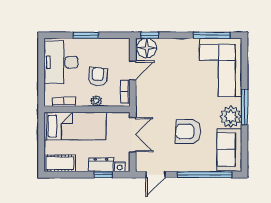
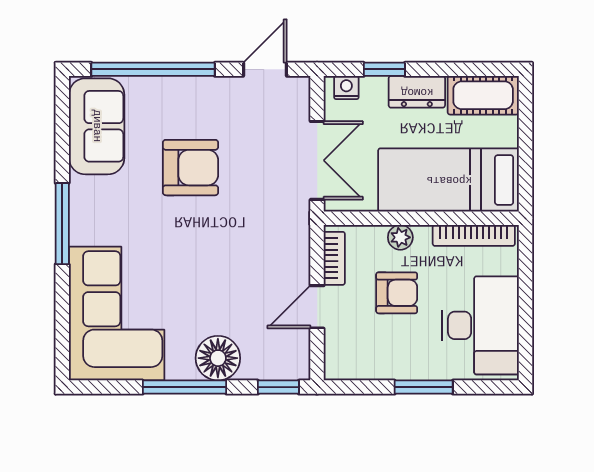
window: (212, 35) -> (184, 387), moved
floor lamp: (147, 48) -> (218, 358), moved
armchair: (98, 77) -> (397, 293), turned -95
bookcase: (64, 102) -> (474, 235), width x1.56
plant: (231, 117) -> (94, 202), removed
double door: (133, 135) -> (317, 160), swing flipped
dresser: (101, 165) -> (417, 92), moved

